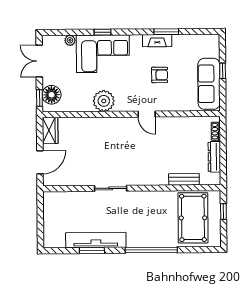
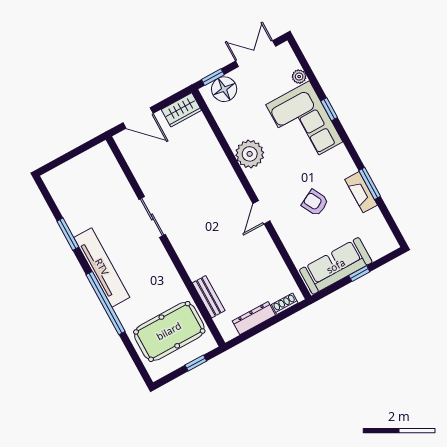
fireplace: (157, 41) -> (361, 192), moved
armchair: (160, 75) -> (315, 203), turned 152
tv unit: (96, 240) -> (102, 267), moved

